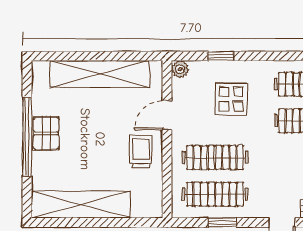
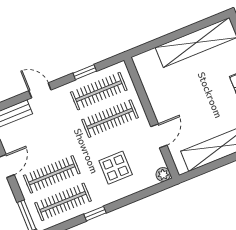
window: (221, 56) -> (95, 214), moved
trolley: (141, 151) -> (168, 101), removed

